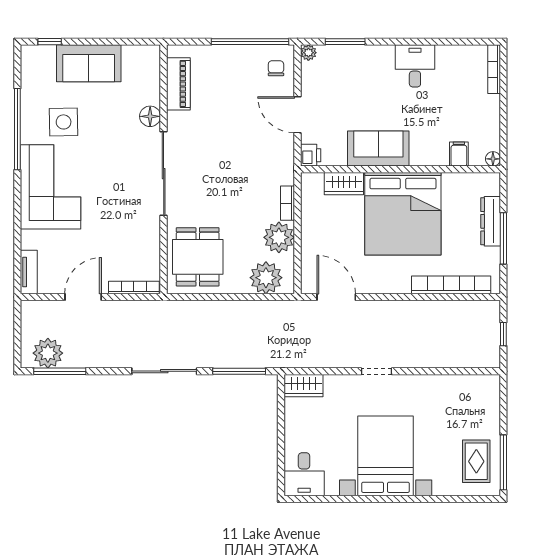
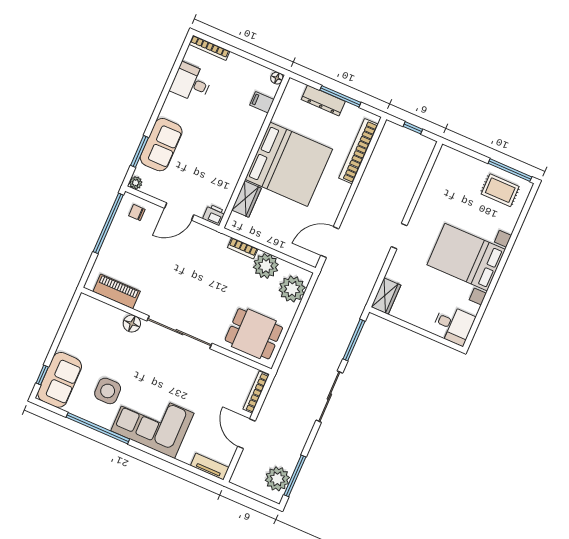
sofa: (89, 63) -> (60, 380), moved
desk: (415, 66) -> (191, 83), moved
sofa: (378, 149) -> (161, 145), moved, turned 180

